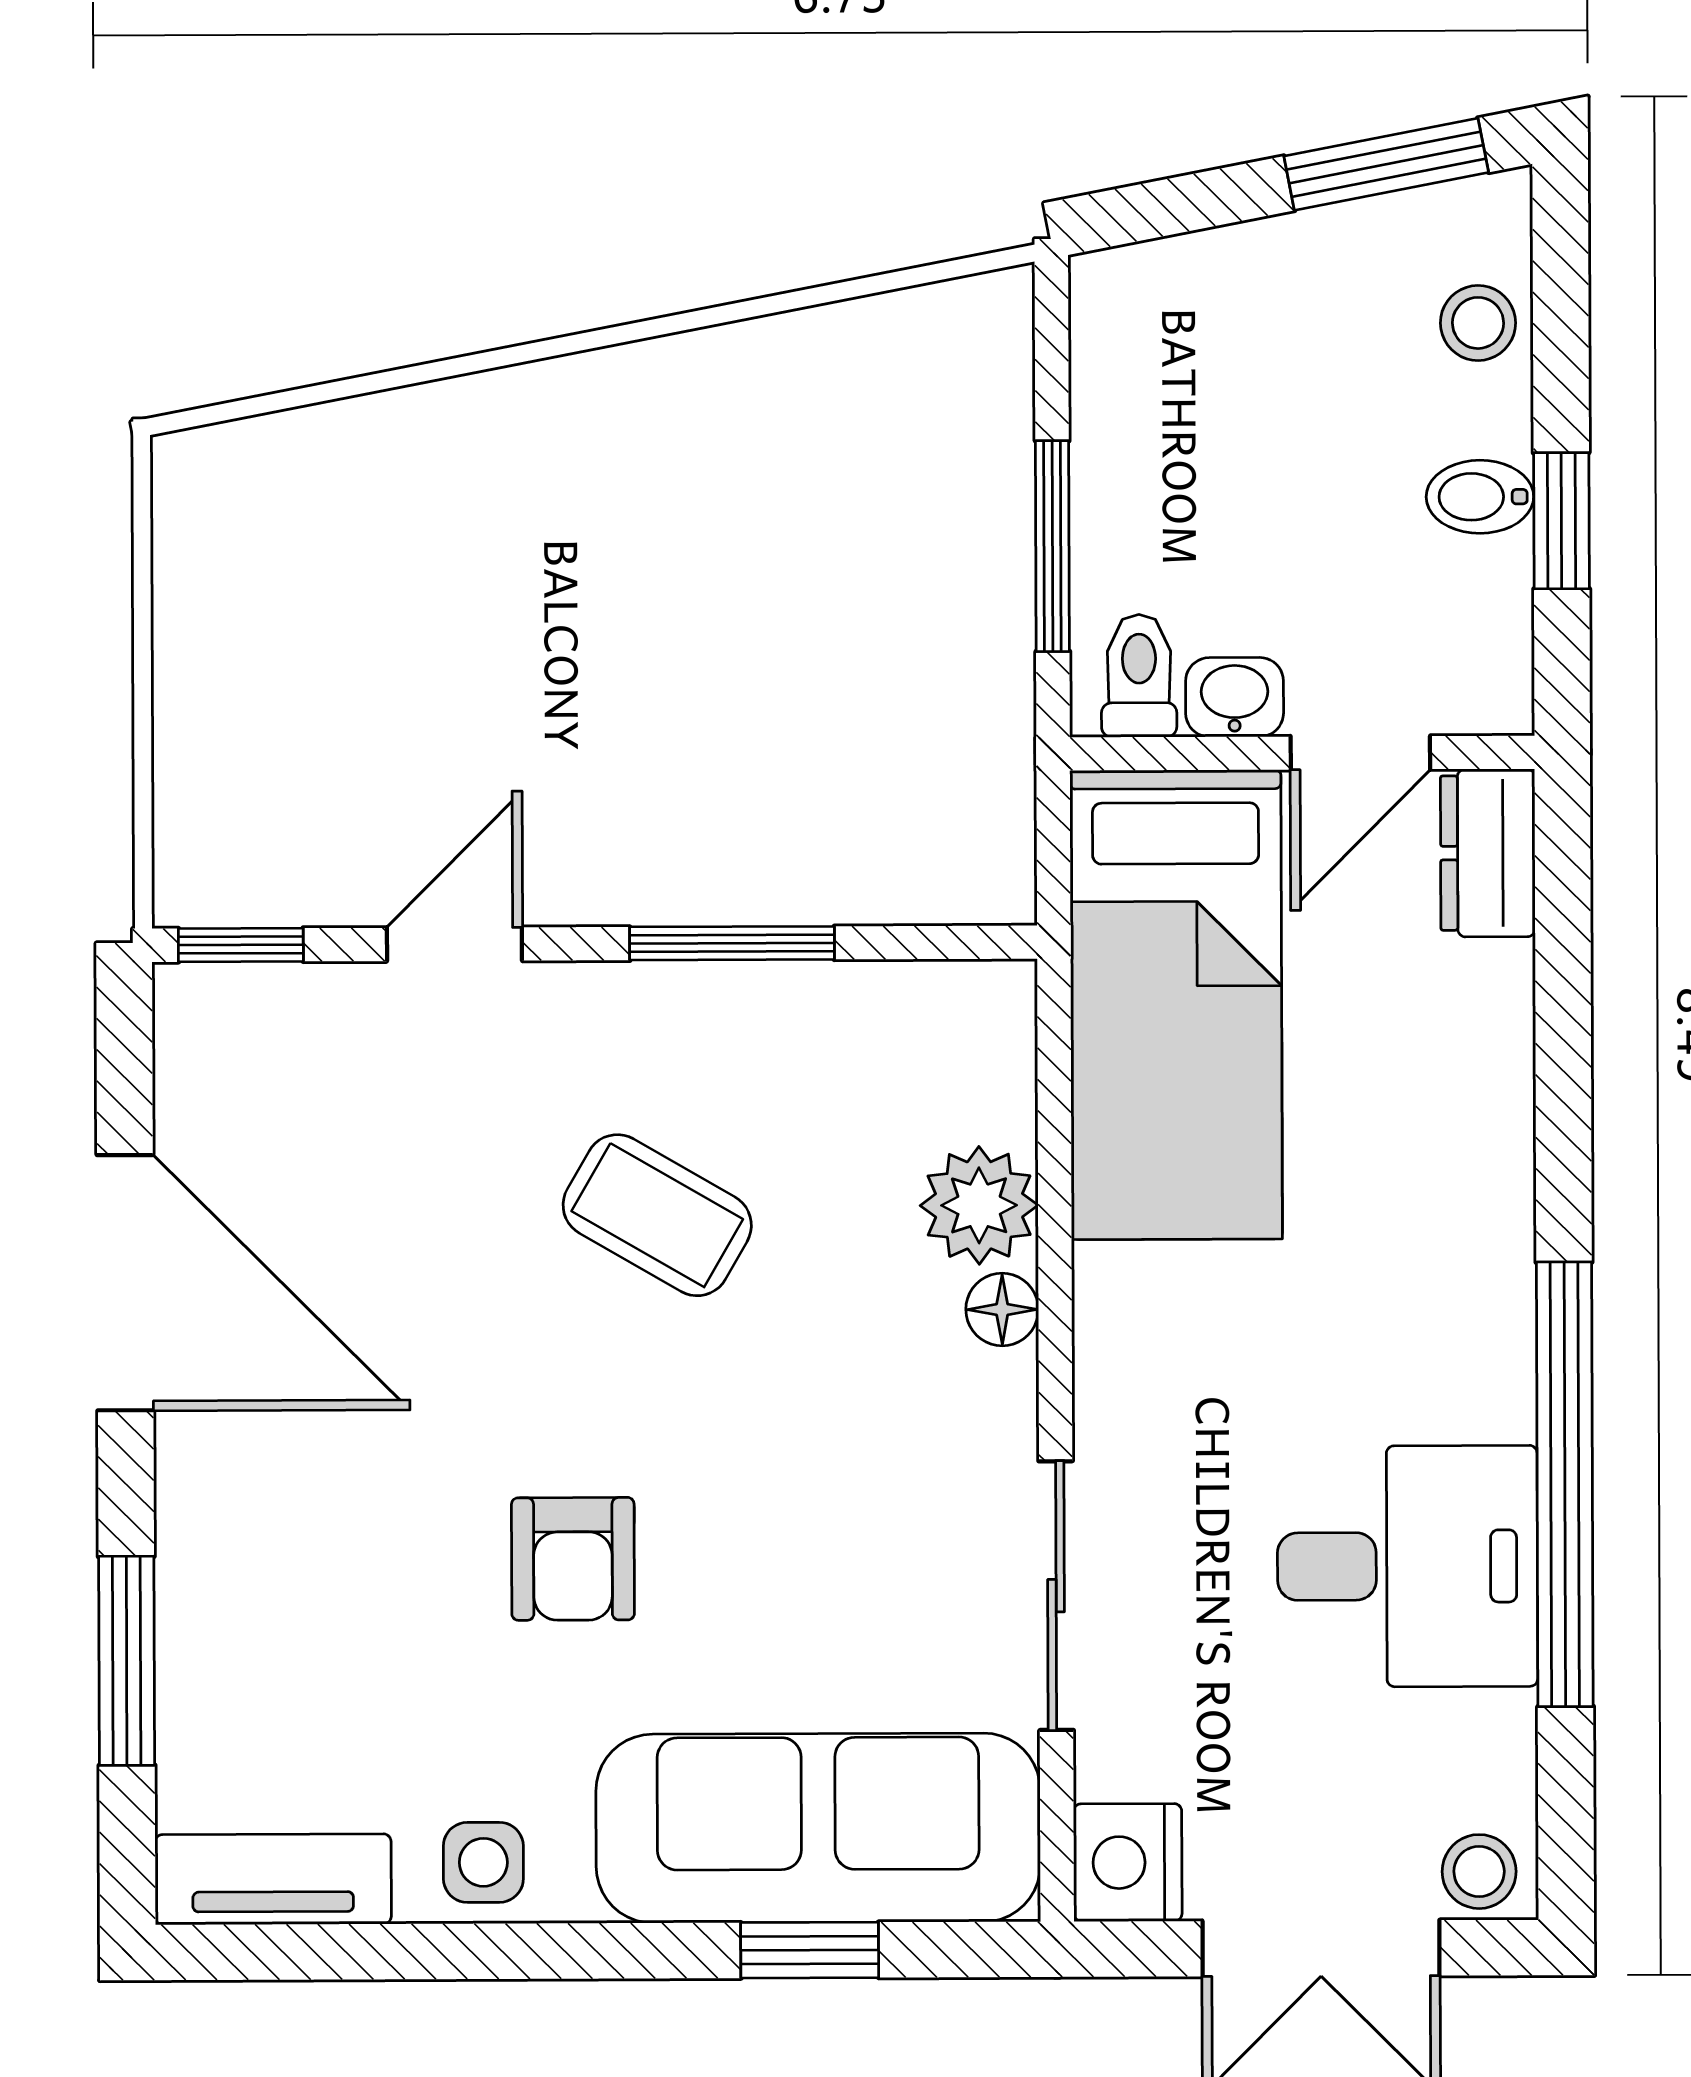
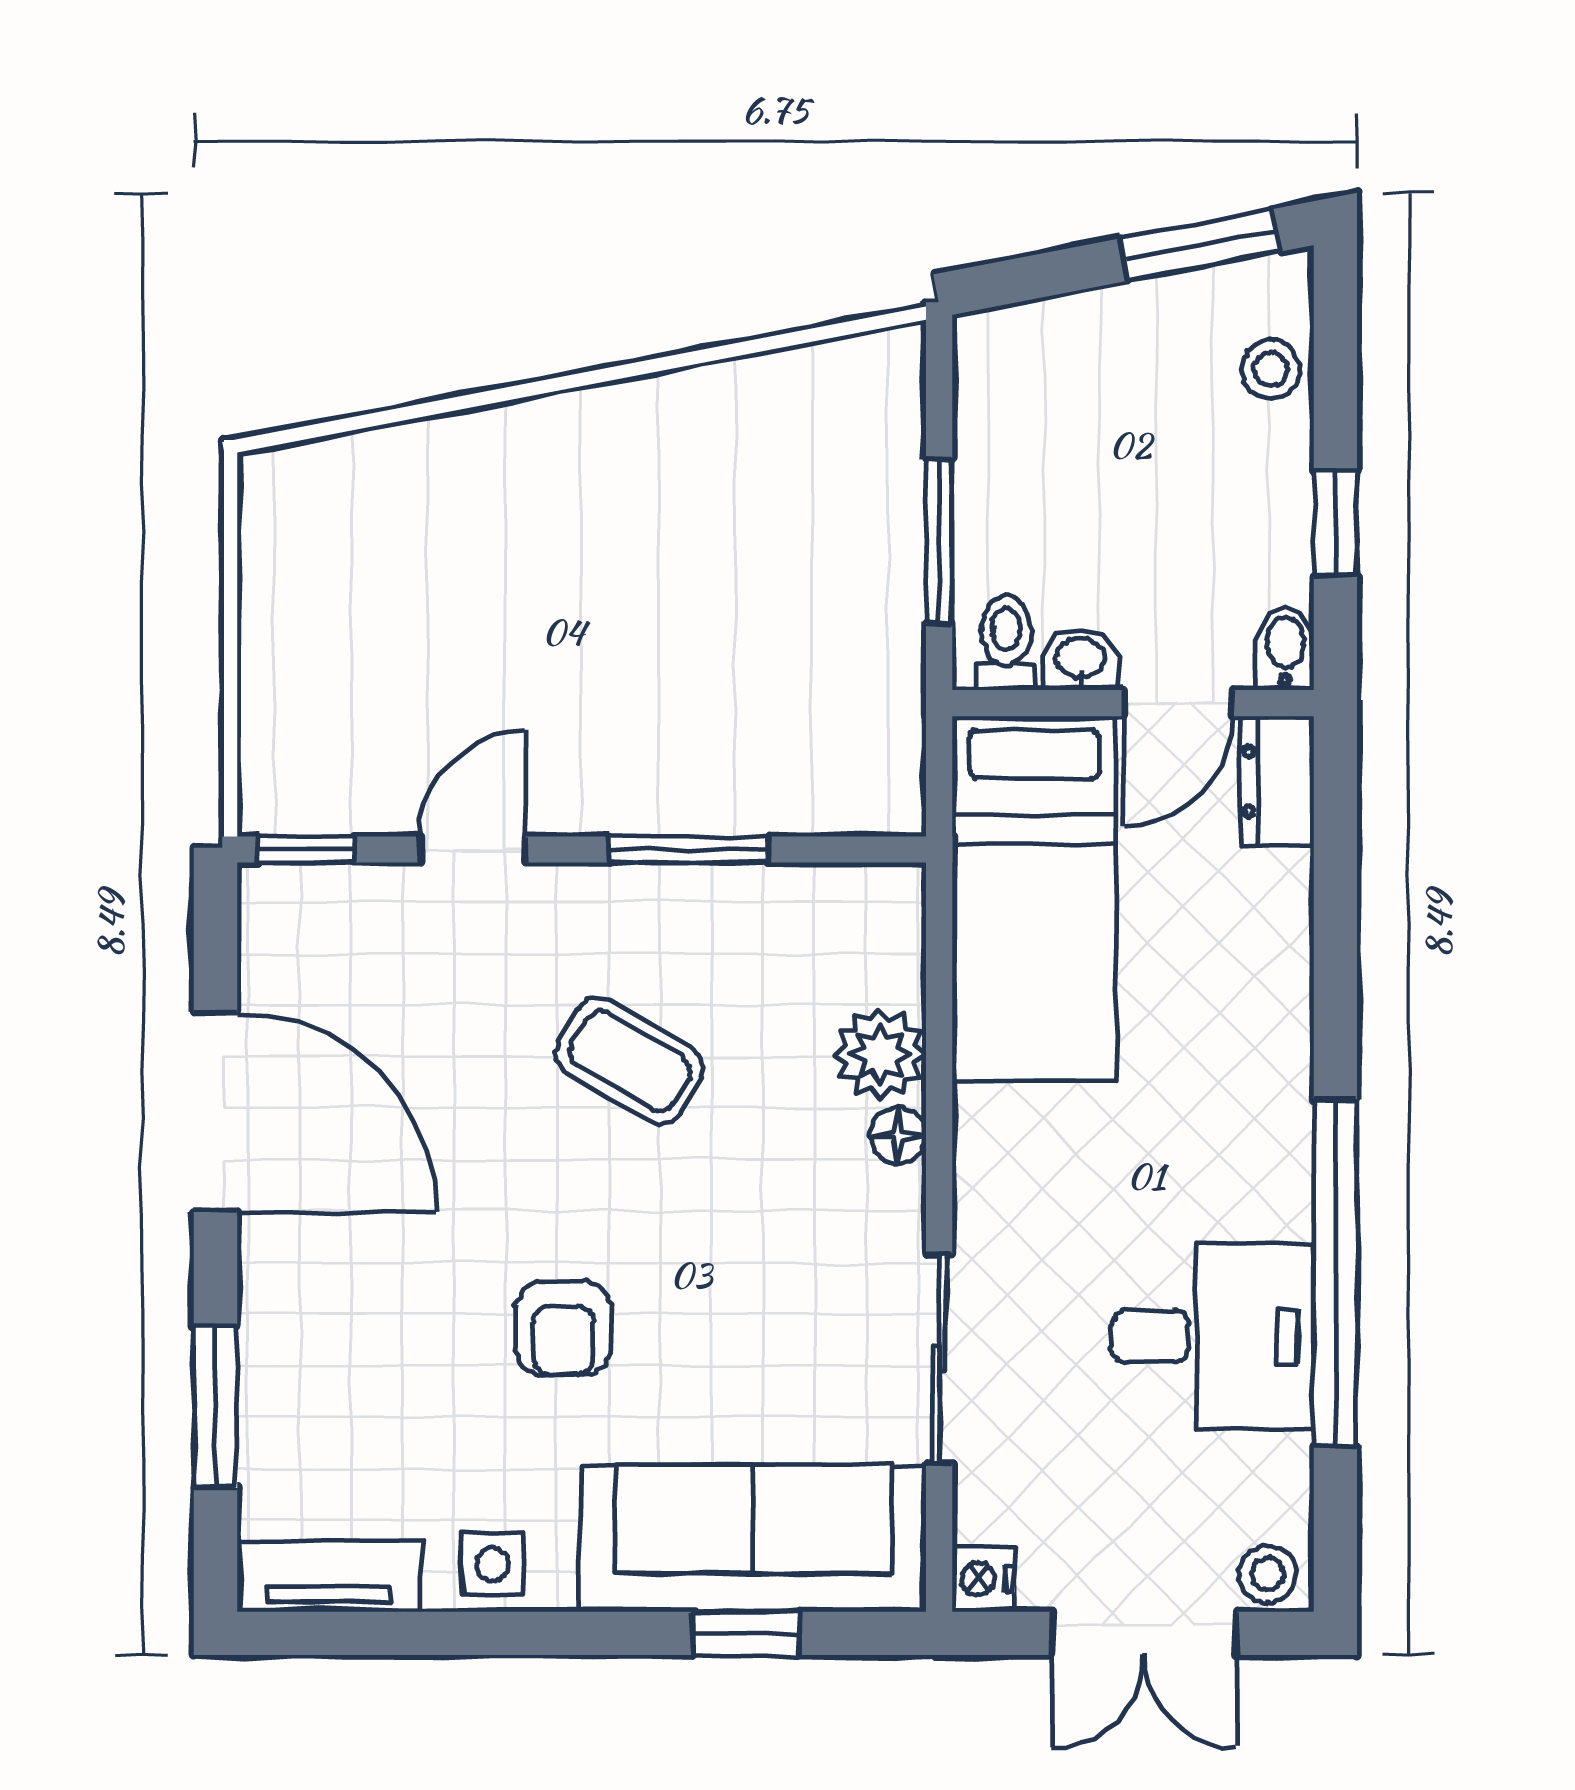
bidet: (1480, 497) -> (1285, 648), moved, turned 90
nightstand: (1128, 1863) -> (983, 1579), width x0.72, depth x0.74

